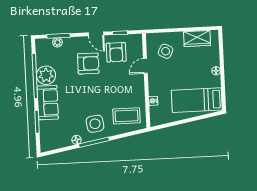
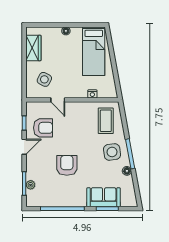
armchair: (88, 63) -> (67, 165), moved
plant: (46, 75) -> (62, 198), removed
sofa: (48, 103) -> (104, 197), moved

